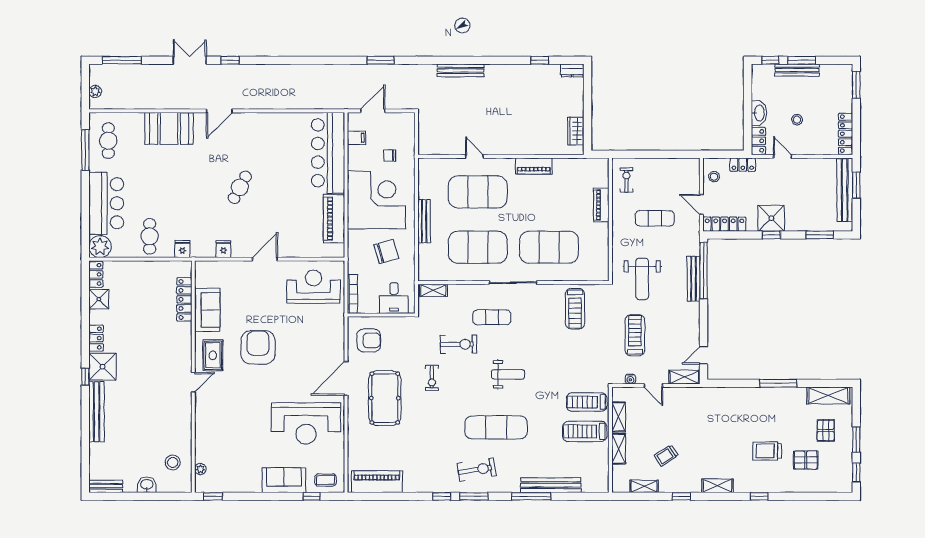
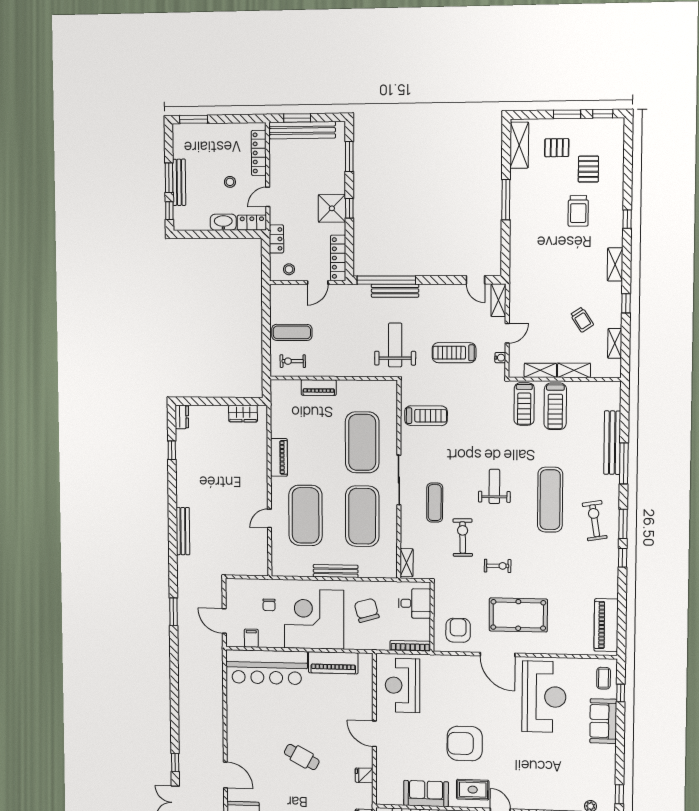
locker: (846, 134) -> (259, 153), moved, turned 90
exercise mat: (655, 218) -> (292, 332), moved, turned 90
weight bench: (642, 279) -> (395, 345), turned -90

